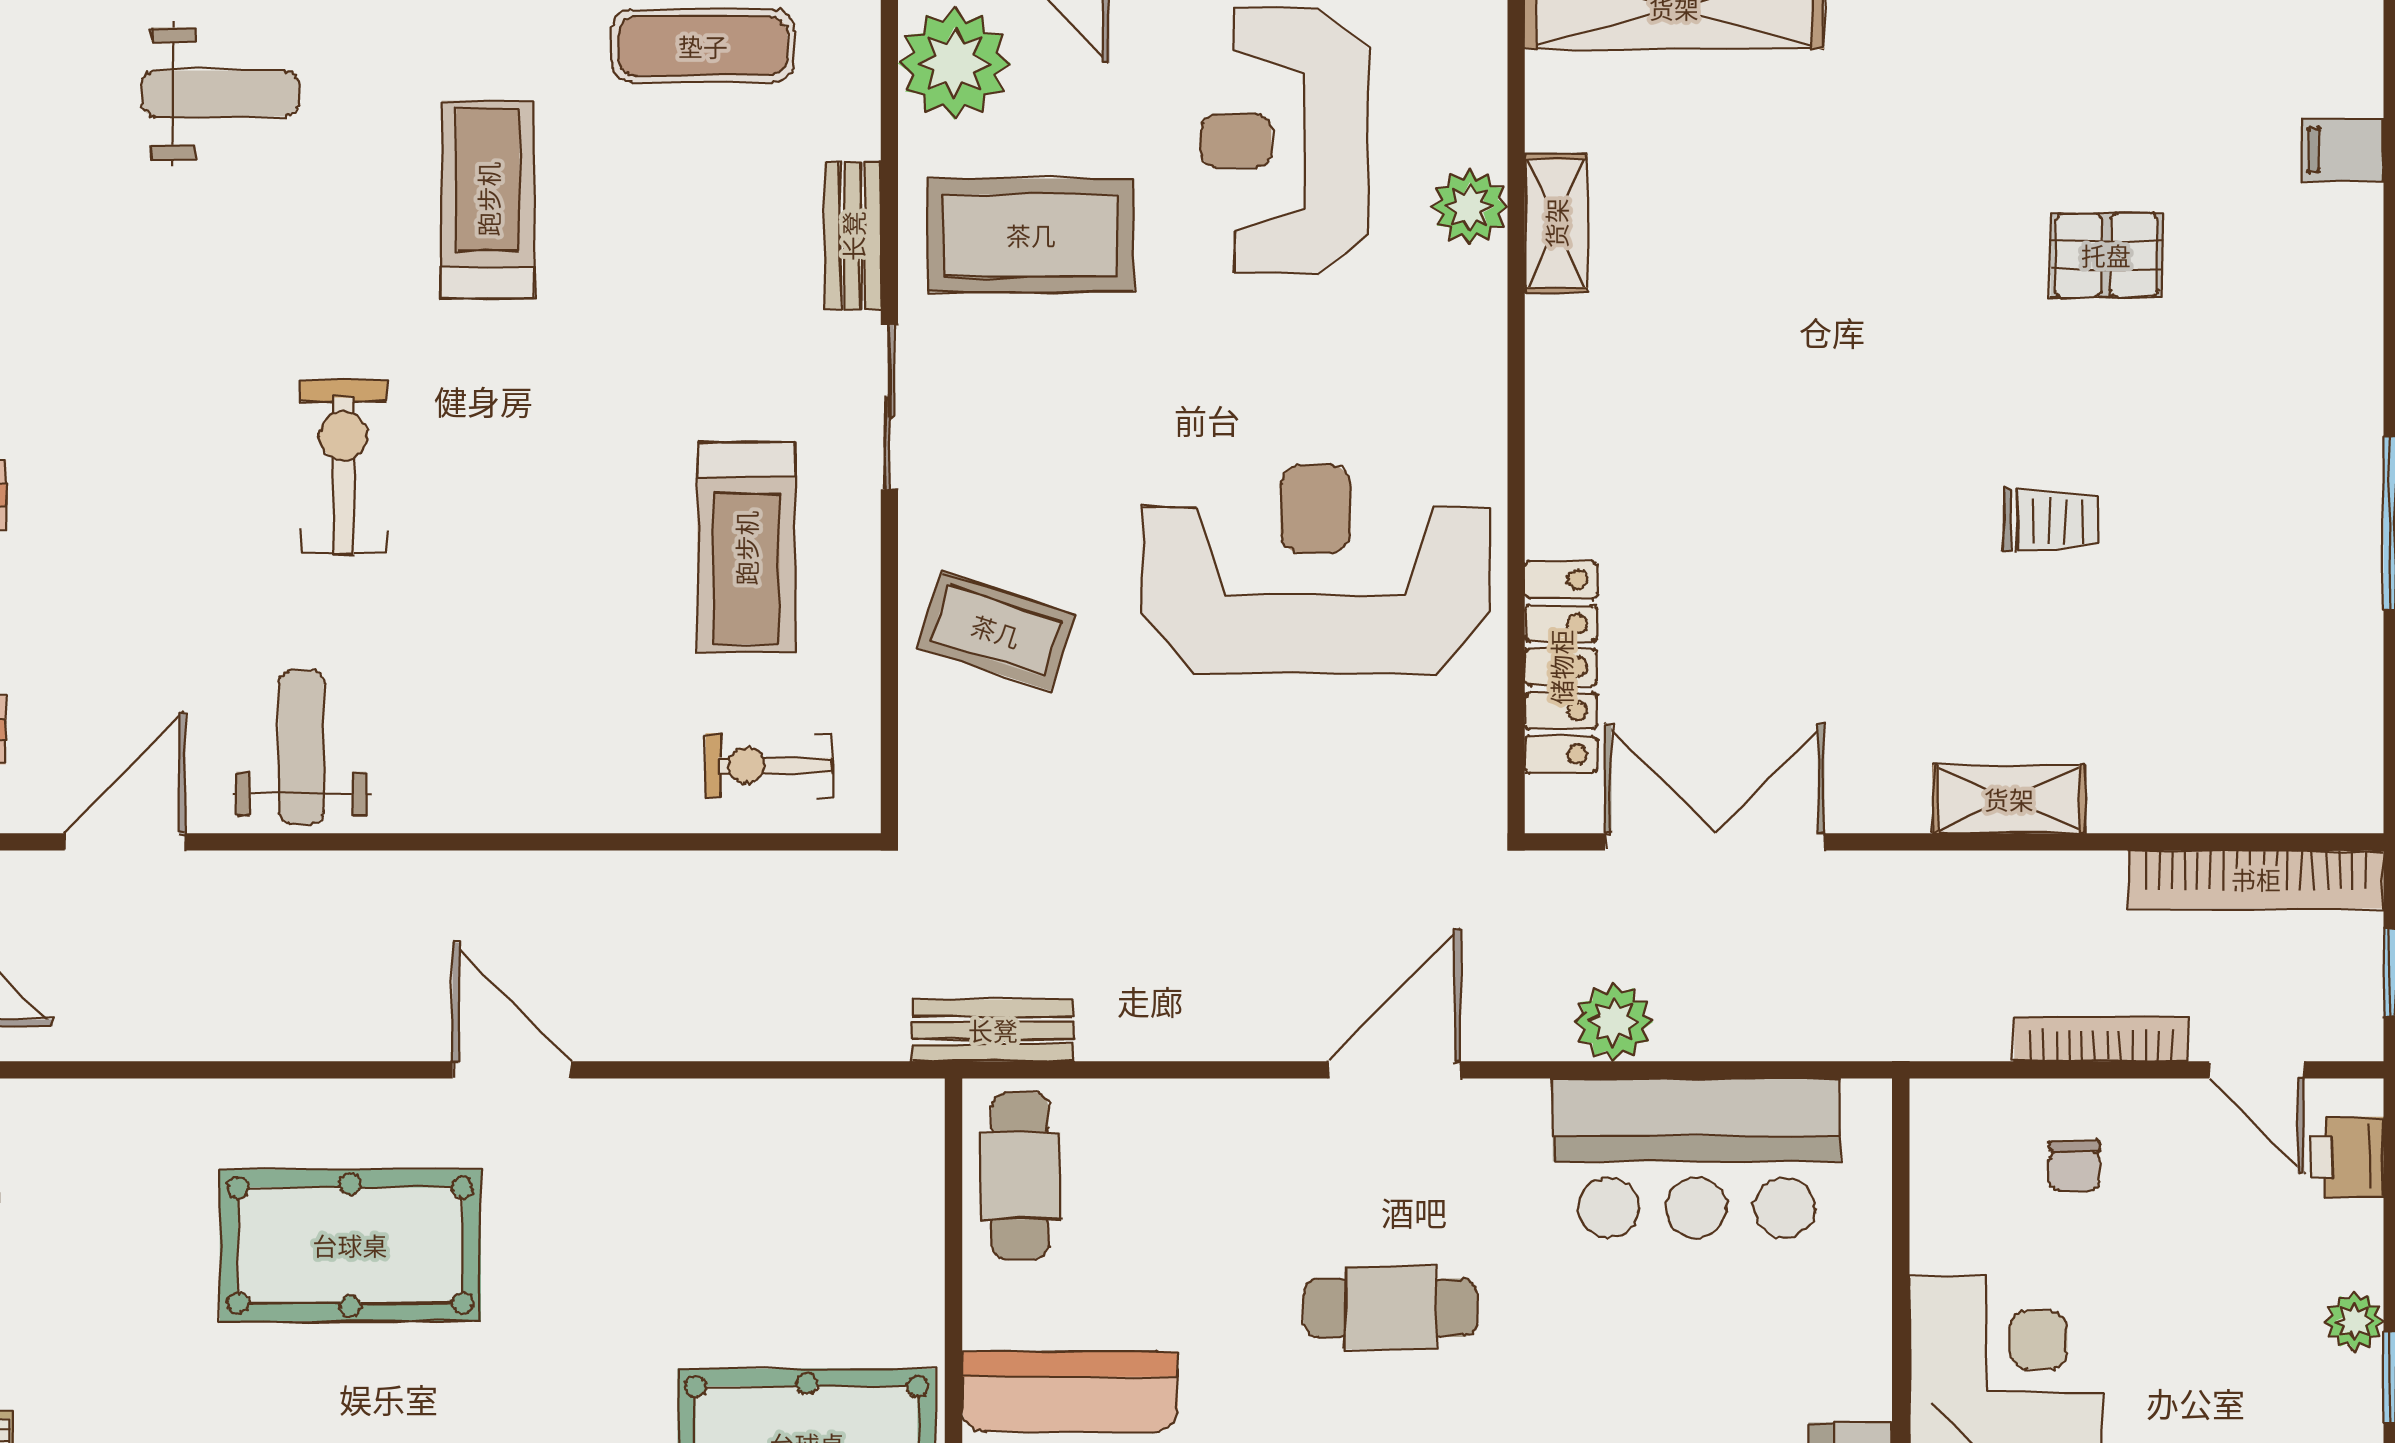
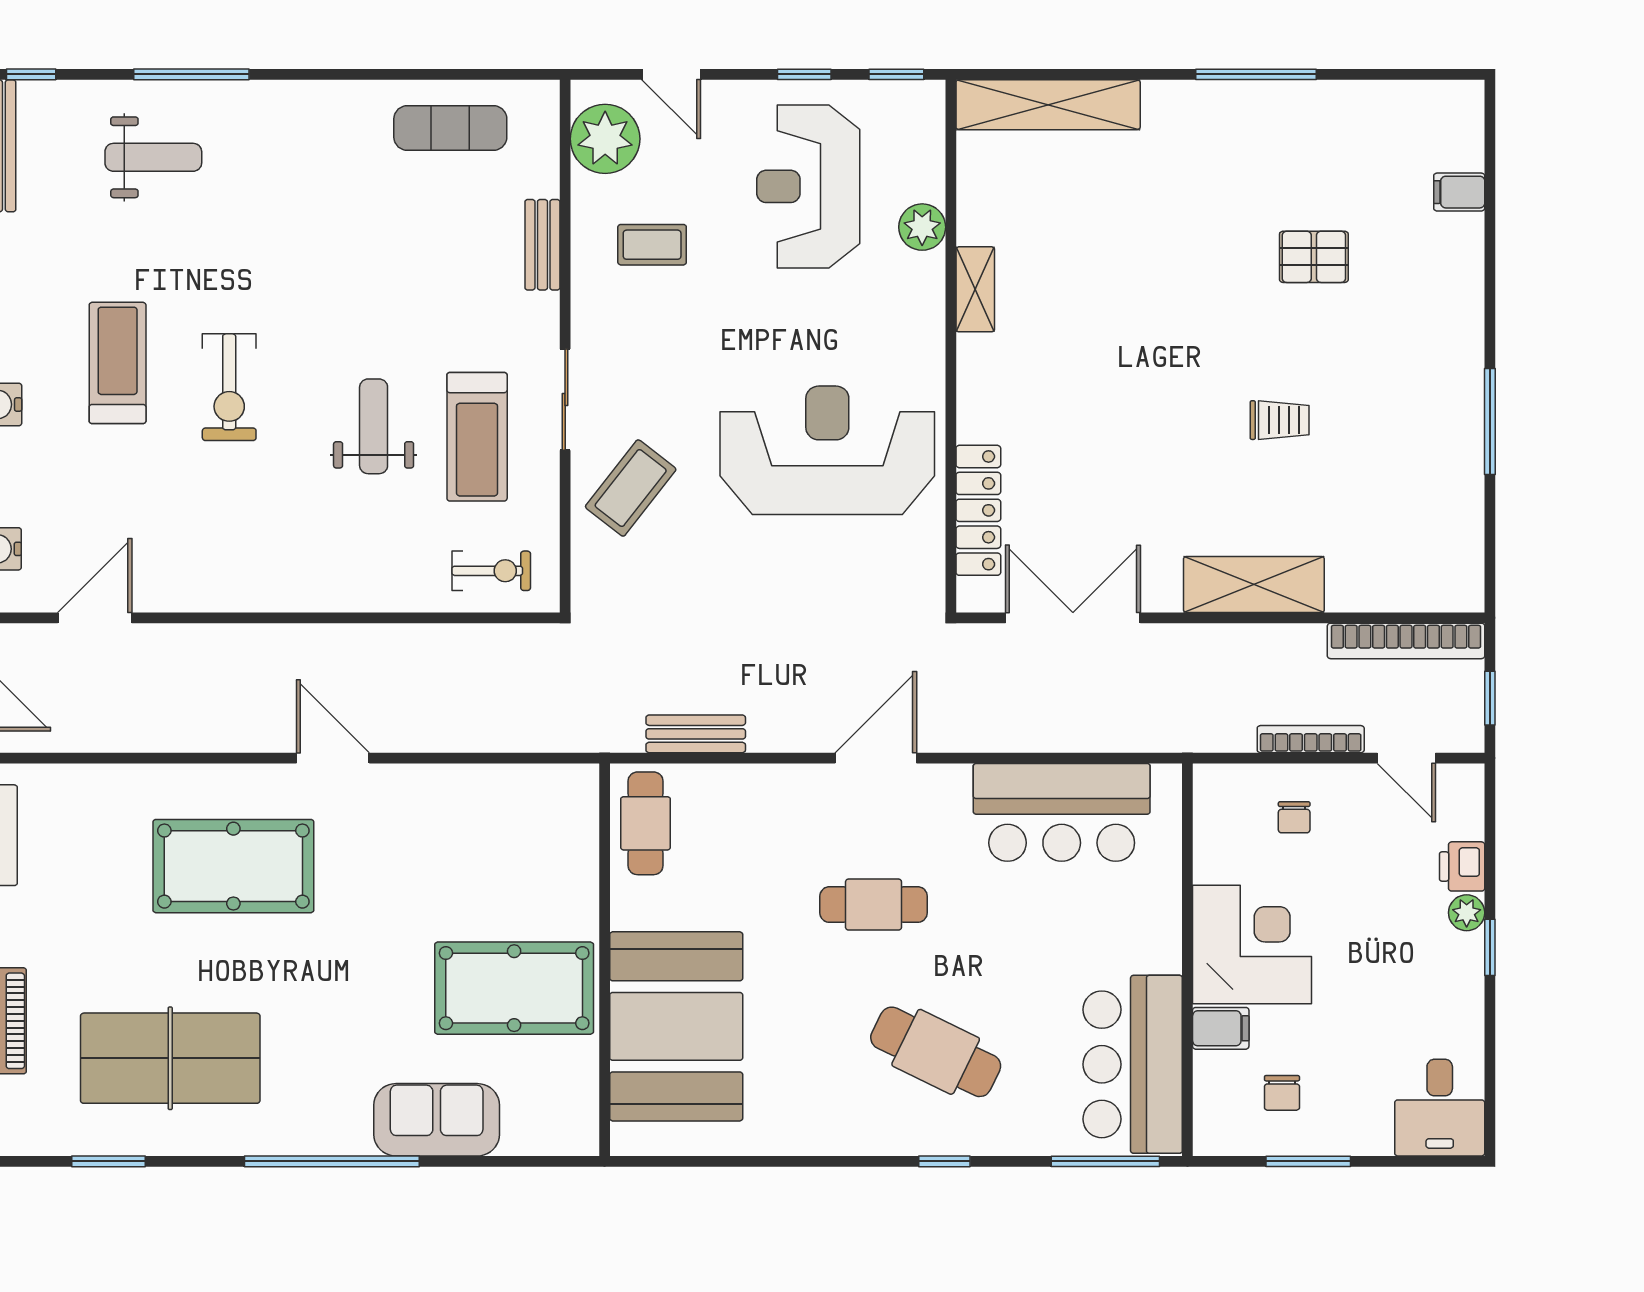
treadmill: (488, 199) -> (118, 363), moved
shelving: (1556, 223) -> (975, 289), moved
coffee table: (1031, 235) -> (652, 245), width x0.54, depth x0.58
sliding door: (889, 407) -> (565, 400), moved
exercise bike: (344, 467) -> (229, 387), turned 180
coffee table: (996, 631) -> (631, 488), turned -70
weight bench: (301, 747) -> (374, 426), moved
exercise bike: (769, 765) -> (491, 571), turned 180
shelving: (2009, 799) -> (1254, 584), width x1.50, depth x1.33
plant: (1614, 1022) -> (1011, 729), removed
bench: (993, 1030) -> (696, 734), moved
printer: (2347, 1157) -> (1462, 866), moved

